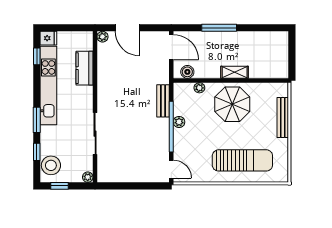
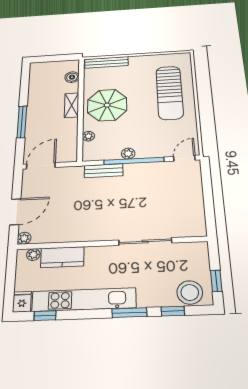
boiler: (187, 72) -> (72, 77), moved
bench: (283, 118) -> (106, 62), moved
sun lounger: (242, 160) -> (169, 93), turned 180
plant: (88, 177) -> (33, 255), moved

